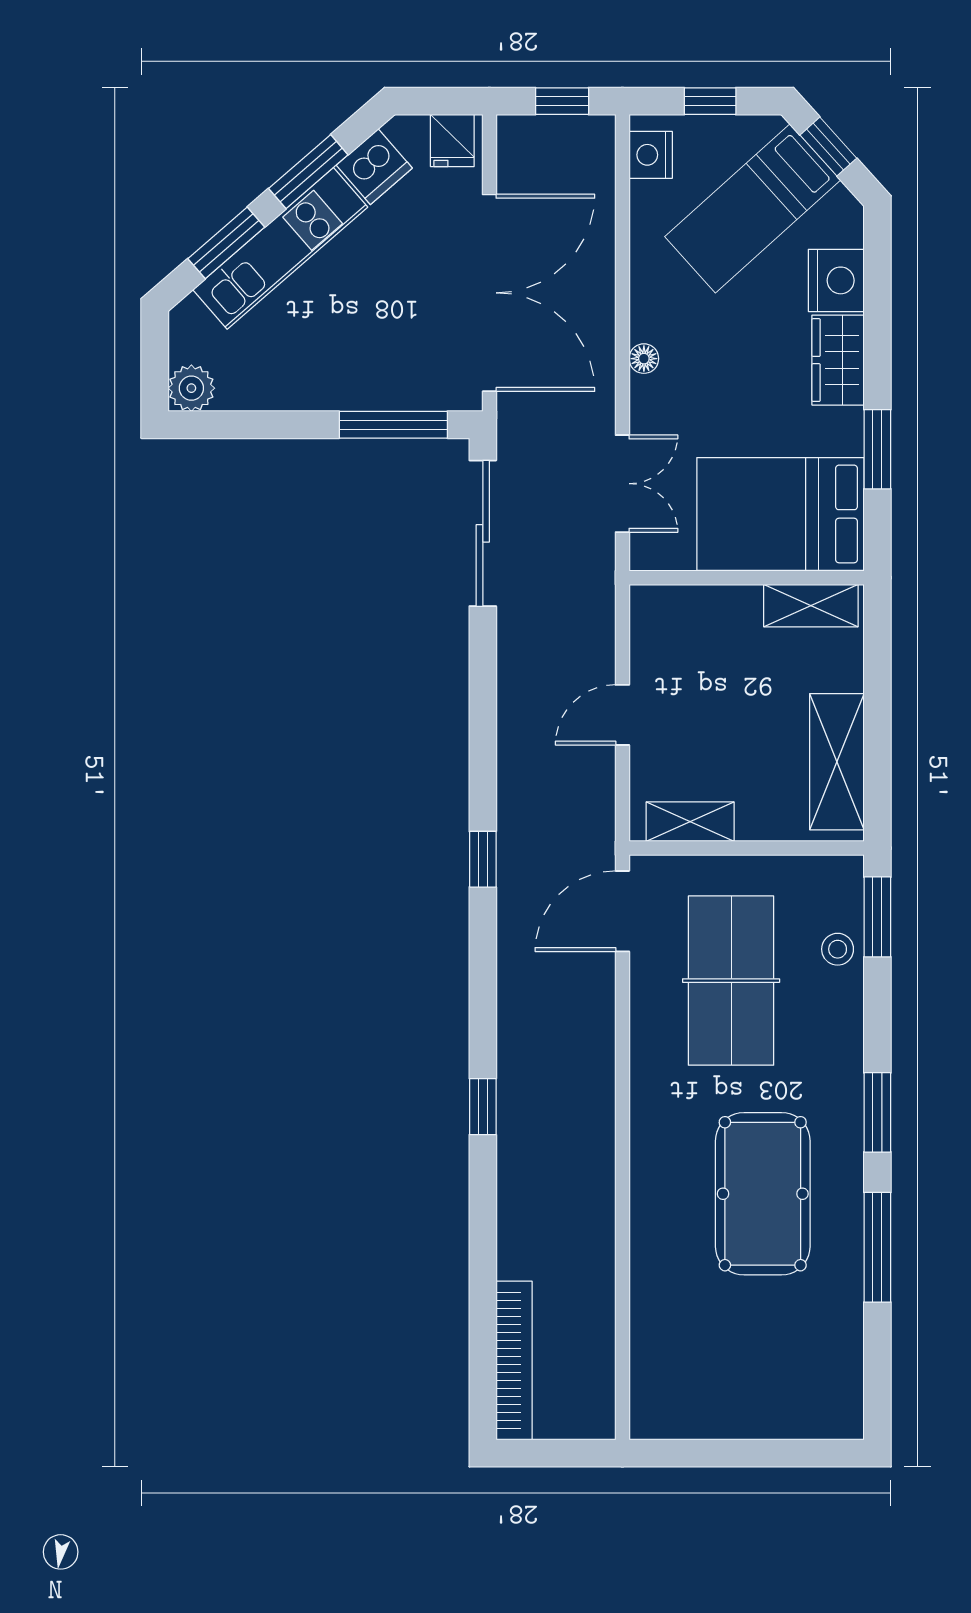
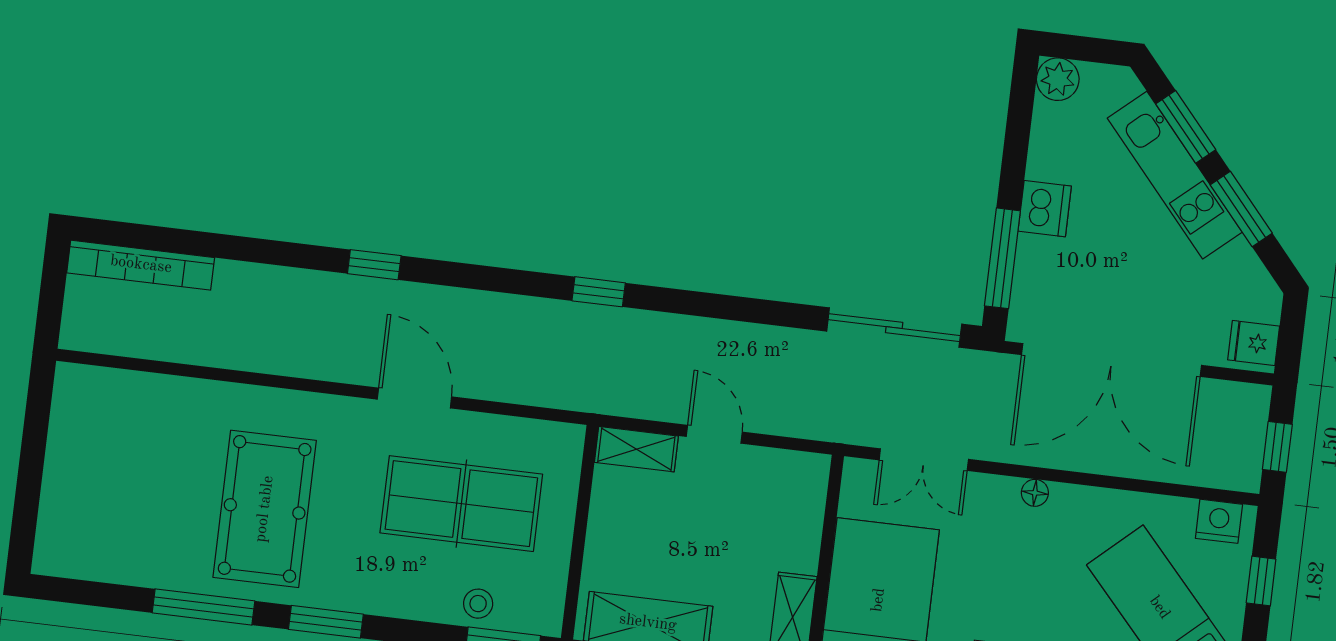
dishwasher: (374, 167) -> (1045, 209), moved, turned -139
shelving: (690, 822) -> (636, 449), moved, turned 90
door: (622, 911) -> (414, 398), moved
pool table: (763, 1194) -> (265, 509), turned 90

